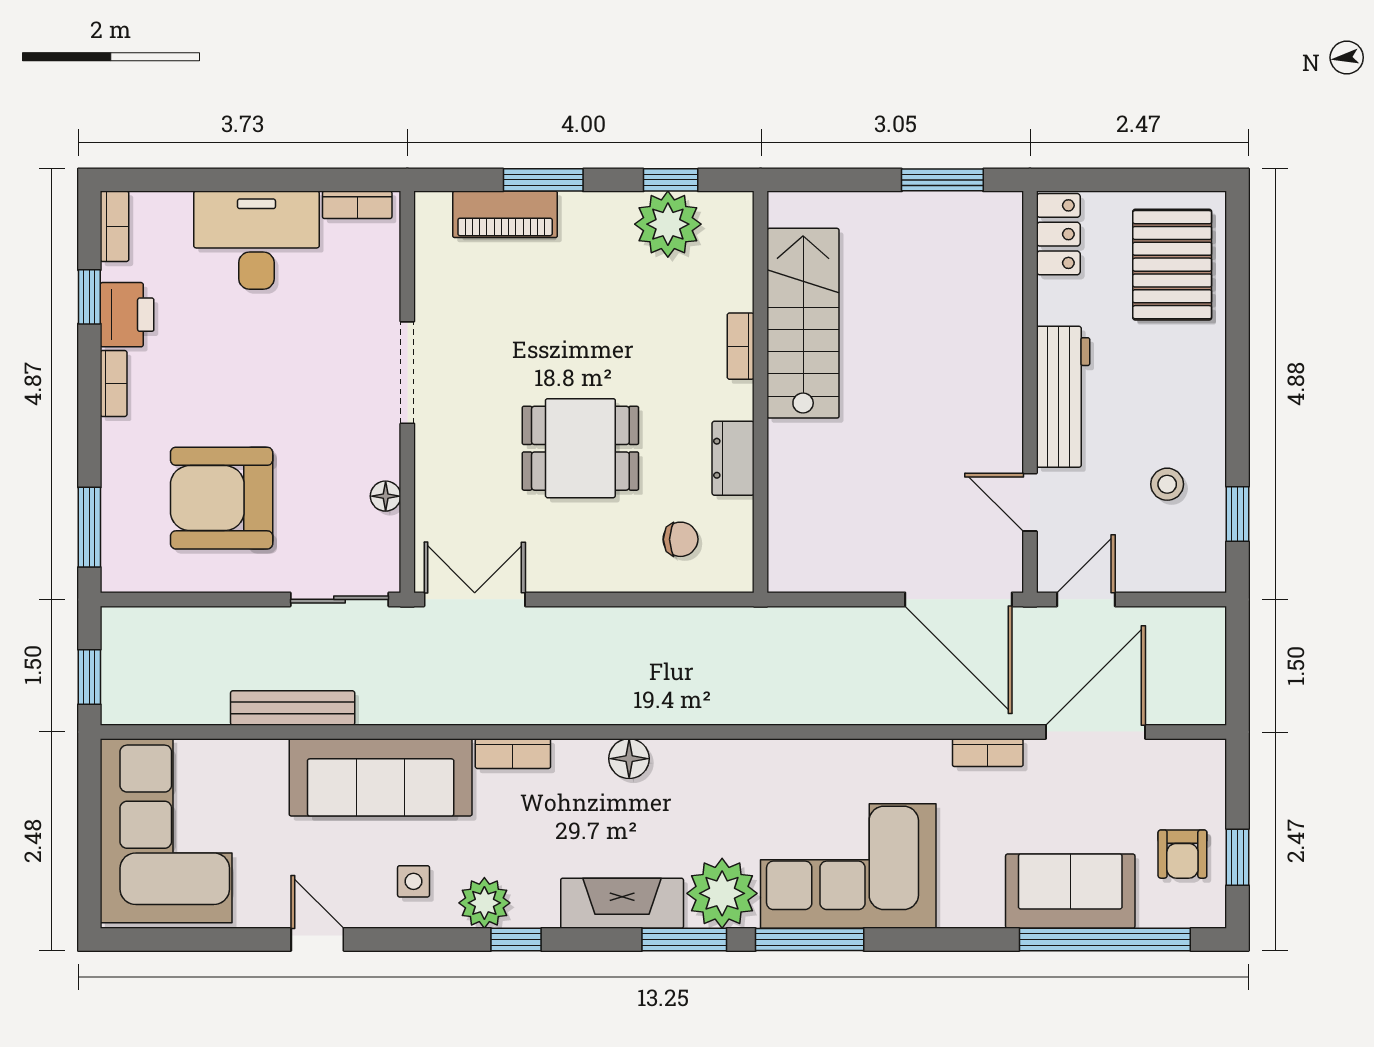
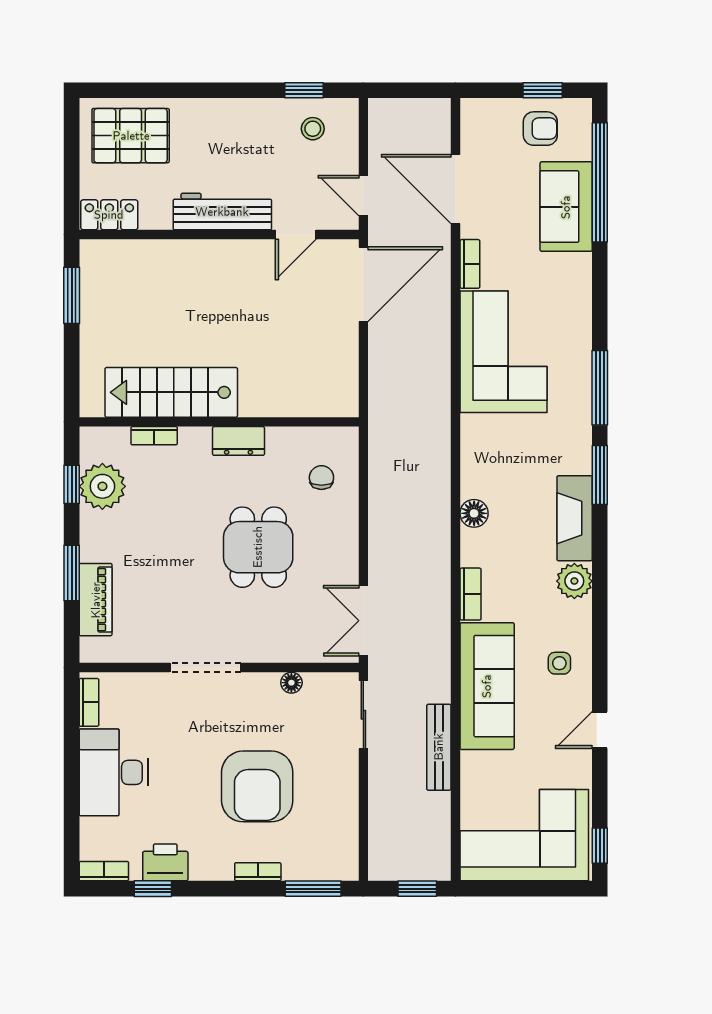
bookcase: (741, 346) -> (154, 436), moved
bookcase: (114, 384) -> (258, 872), moved
dresser: (733, 458) -> (239, 441), moved
stool: (1167, 484) -> (313, 129), moved
armchair: (222, 498) -> (257, 786), moved
corner sofa: (848, 866) -> (504, 352), moved, turned 180
plant: (722, 893) -> (568, 449), removed
plant: (484, 903) -> (574, 581), moved
window: (516, 939) -> (600, 846), moved

